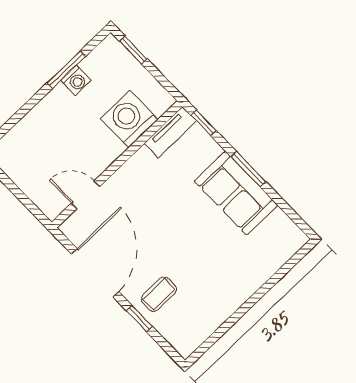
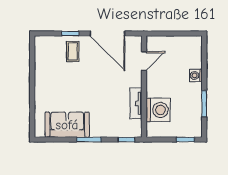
washing machine: (76, 80) -> (196, 75), moved
tv unit: (170, 132) -> (136, 103), moved
sofa: (236, 193) -> (67, 125), moved

